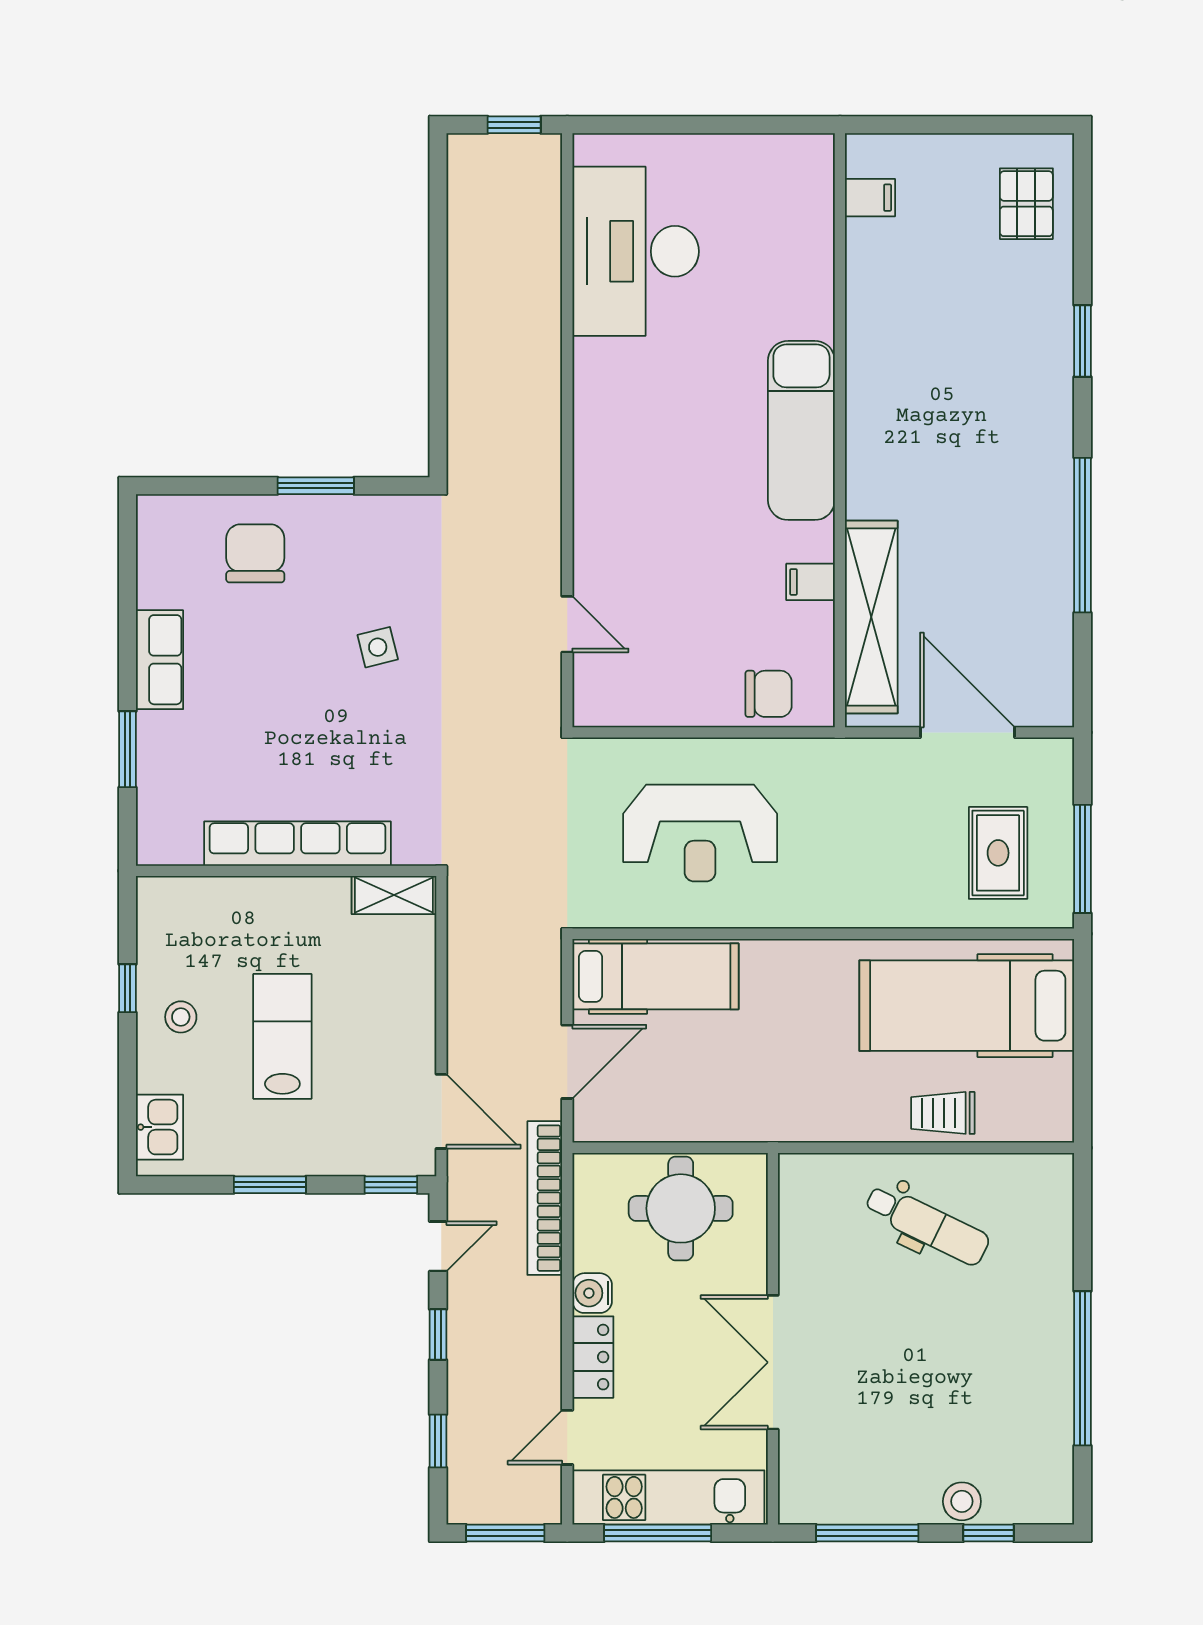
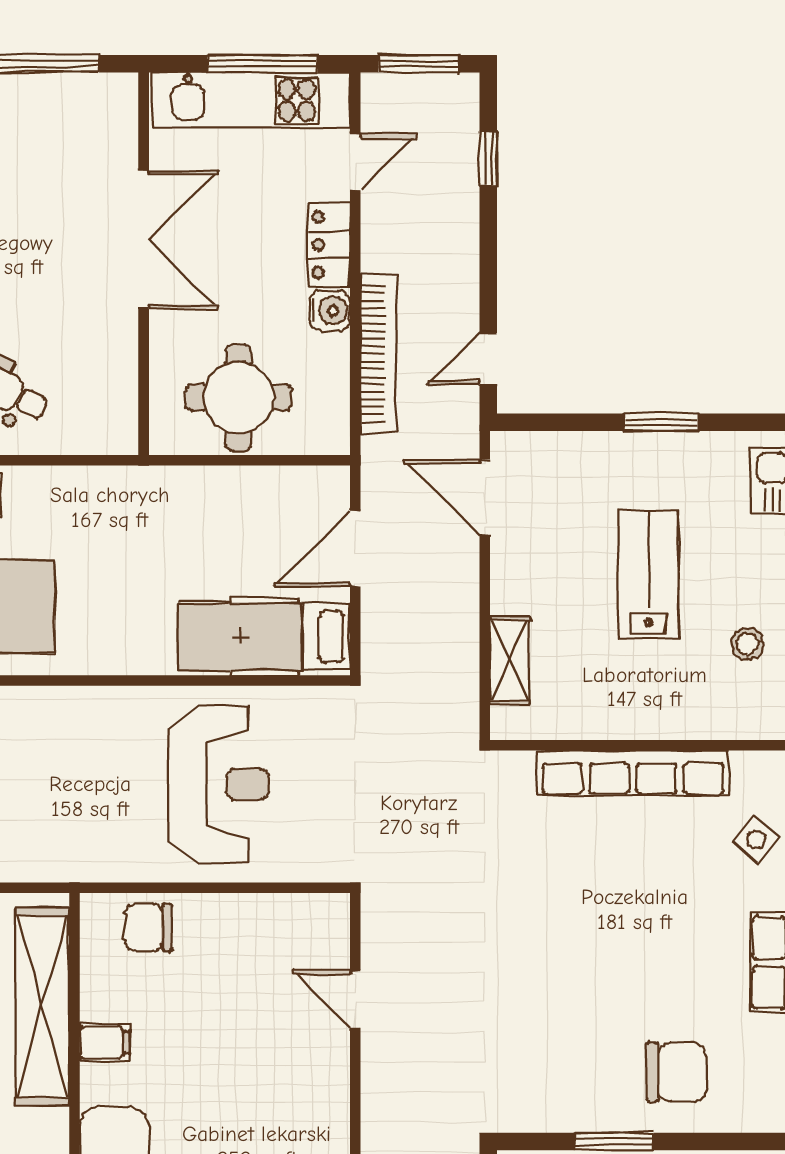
chair: (255, 553) -> (676, 1072), turned -90
side table: (378, 647) -> (756, 839), moved, turned -36
reception desk: (700, 833) -> (219, 784), turned 90
shelving: (394, 895) -> (510, 660), moved, turned 90
stool: (181, 1017) -> (748, 644), moved
lab bench: (282, 1036) -> (648, 575), turned 180
window: (391, 1185) -> (537, 422), removed
bookcase: (545, 1198) -> (378, 354), moved
window: (438, 1334) -> (488, 268), removed

